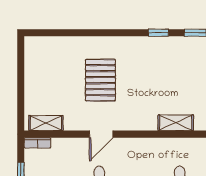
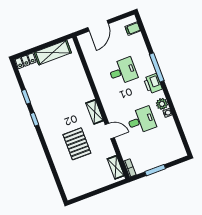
pallet: (100, 80) -> (77, 144), turned 90
shelving: (176, 123) -> (95, 112), moved

